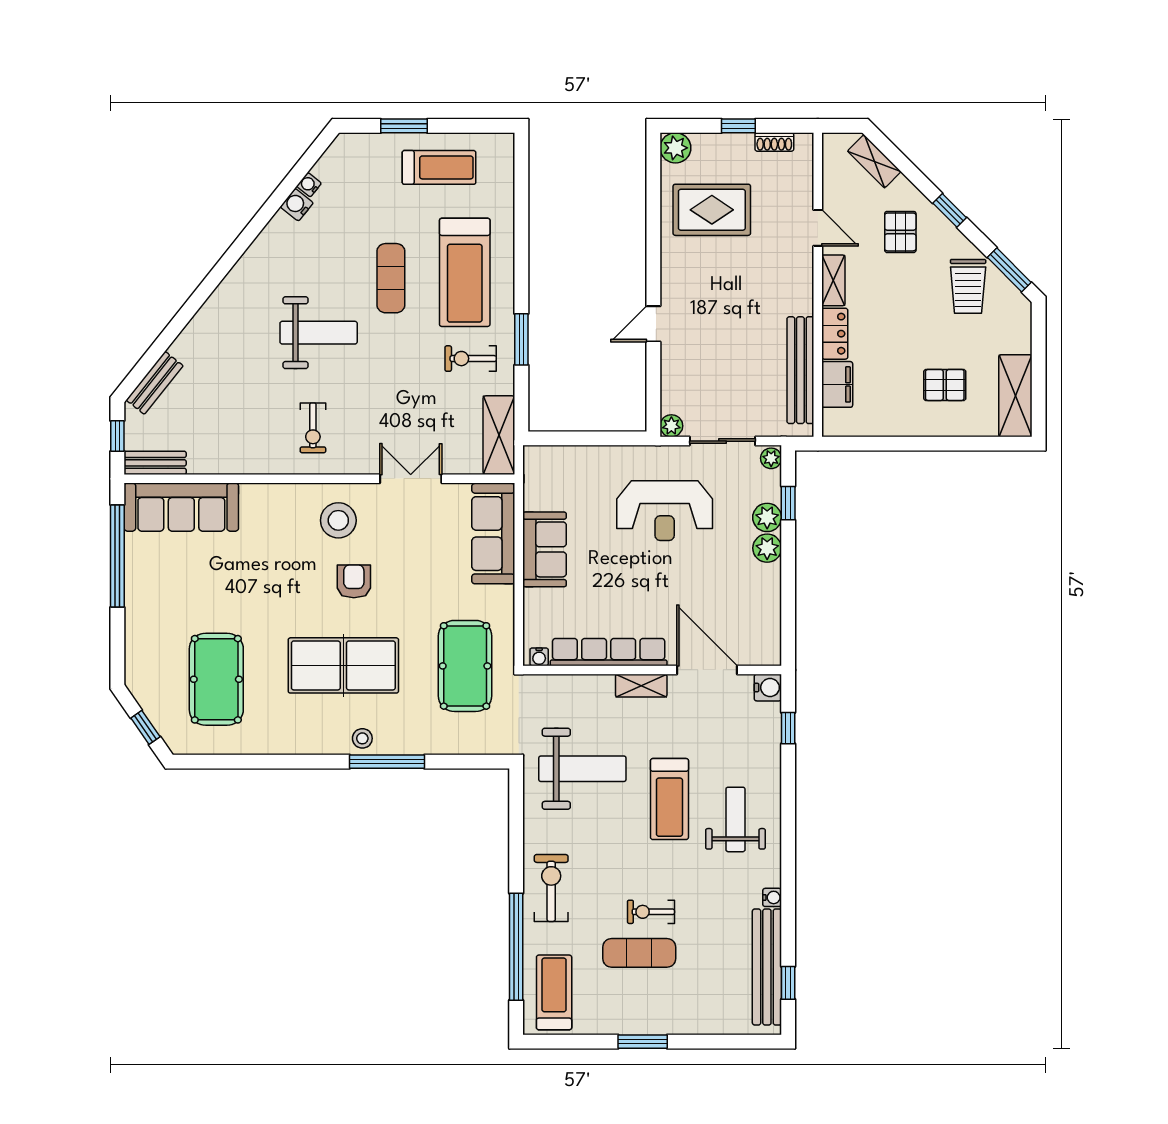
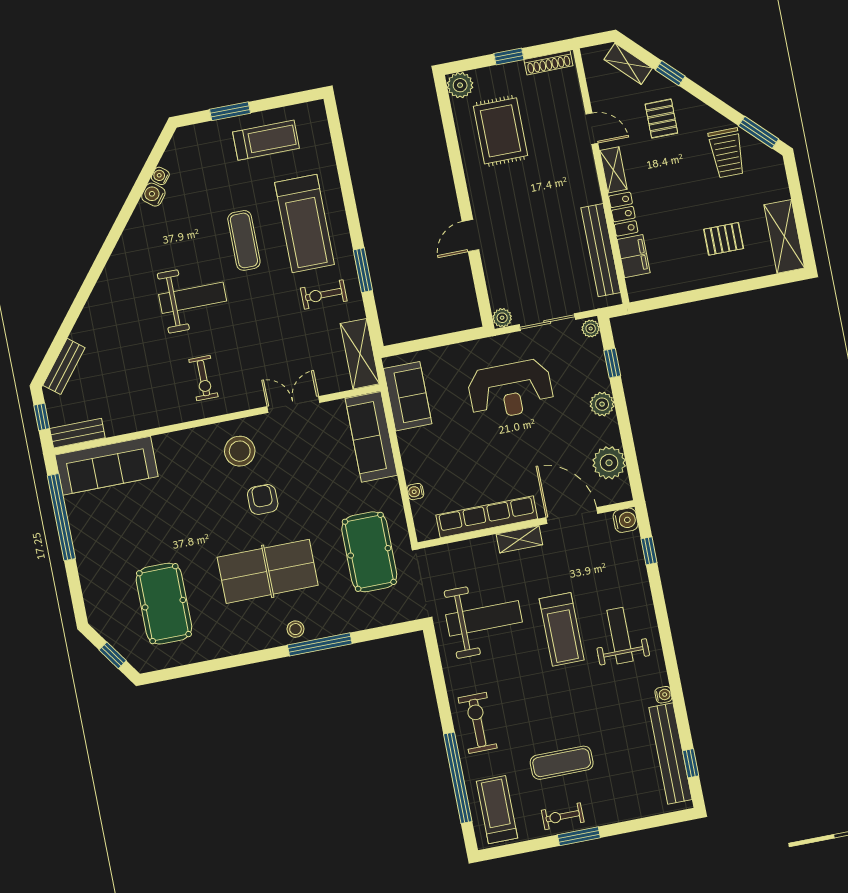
shoe rack: (774, 142) -> (548, 63), width x1.43
rug: (712, 210) -> (501, 131), turned 90
window: (950, 210) -> (670, 73), moved
plant: (767, 517) -> (609, 463), moved, width x1.36, depth x1.36
sofa: (545, 549) -> (408, 396), moved
water cooler: (539, 657) -> (415, 492), moved, turned 90
exercise bike: (651, 912) -> (563, 816), moved

